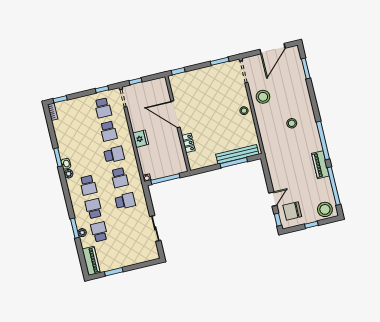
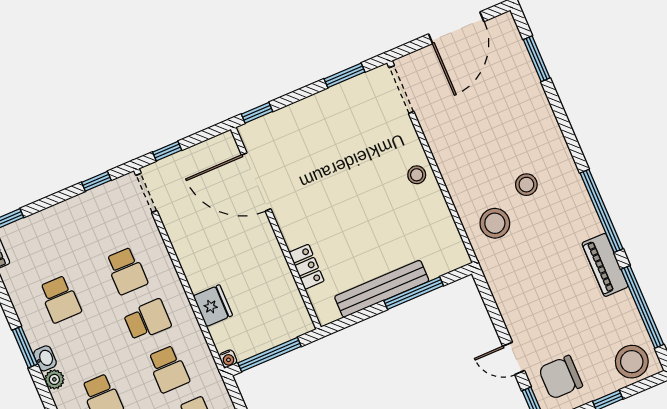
stool: (263, 97) -> (495, 223), moved
school desk: (103, 108) -> (60, 299), moved
door: (176, 114) -> (256, 182), moved
fridge: (141, 139) -> (213, 306), moved
bench: (237, 154) -> (382, 289), moved
door: (273, 199) -> (514, 358), swing flipped

